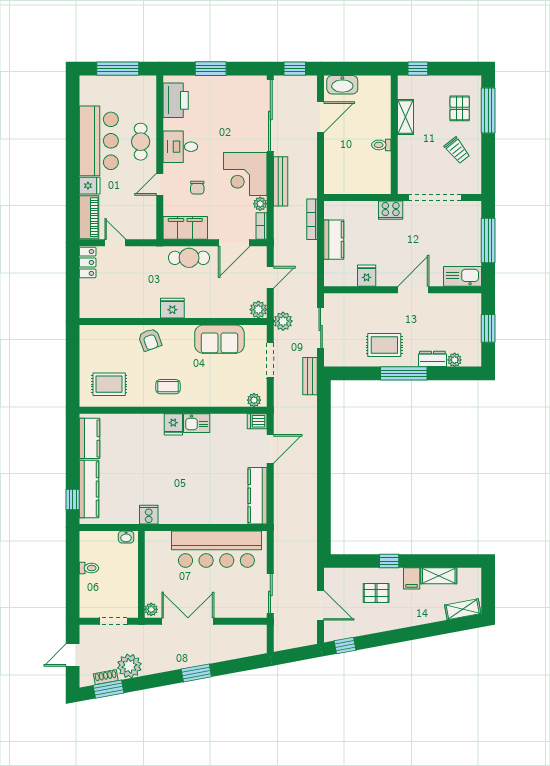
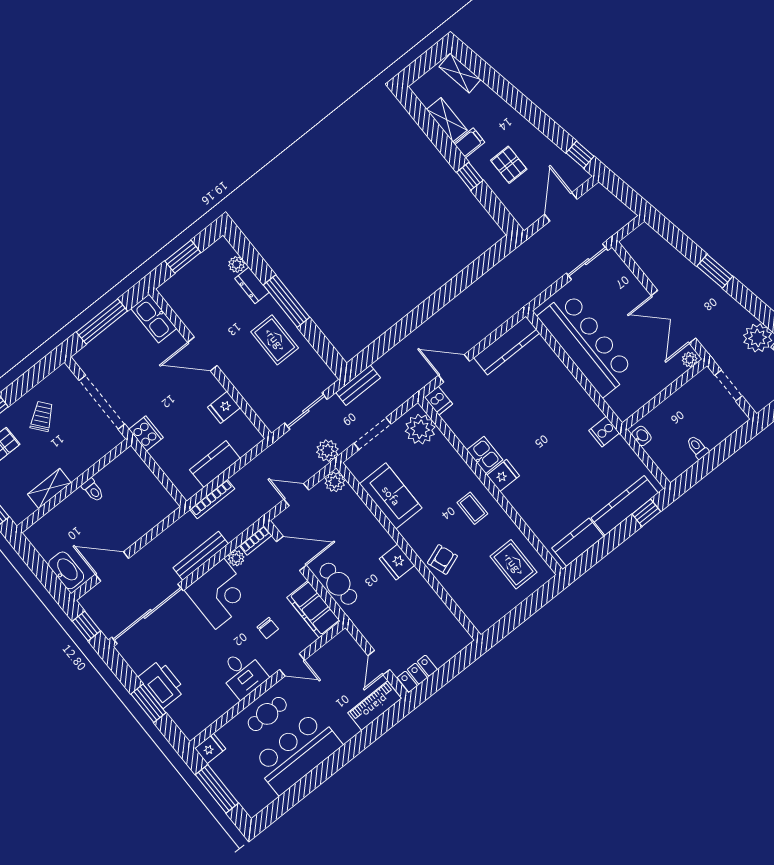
printer: (176, 100) -> (162, 684), moved, turned 90
fridge: (90, 186) -> (210, 749), moved, turned 90
chair: (197, 188) -> (268, 628), turned 90
plant: (254, 400) -> (420, 429), width x1.87, depth x1.87

